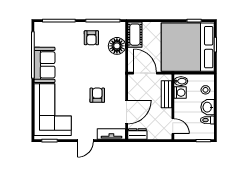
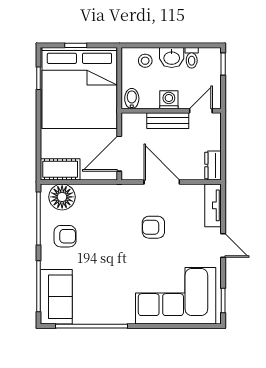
floor lamp: (117, 46) -> (62, 197), moved
sofa: (44, 65) -> (56, 297), moved, turned 90
washing machine: (180, 93) -> (169, 100), moved
bench: (167, 94) -> (168, 121), moved
door: (127, 112) -> (162, 182), moved

